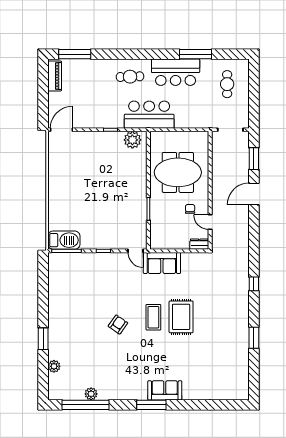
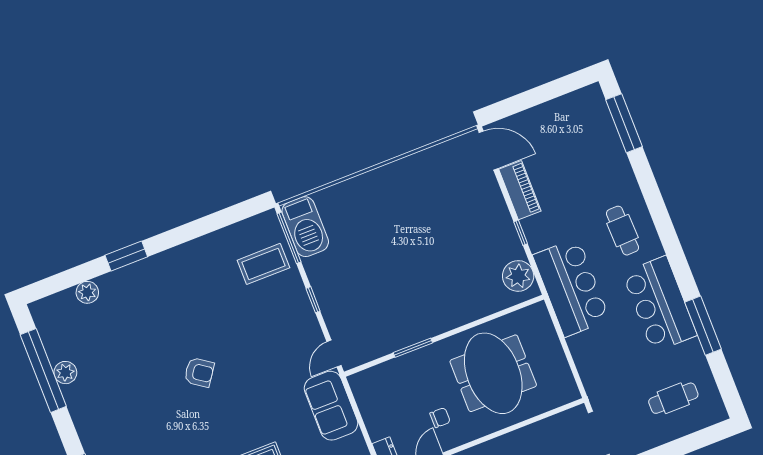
piano: (55, 76) -> (520, 190), moved, turned -90
coffee table: (153, 317) -> (263, 264), moved

